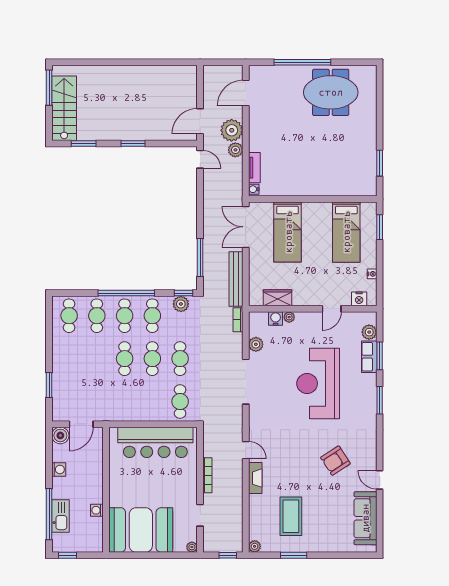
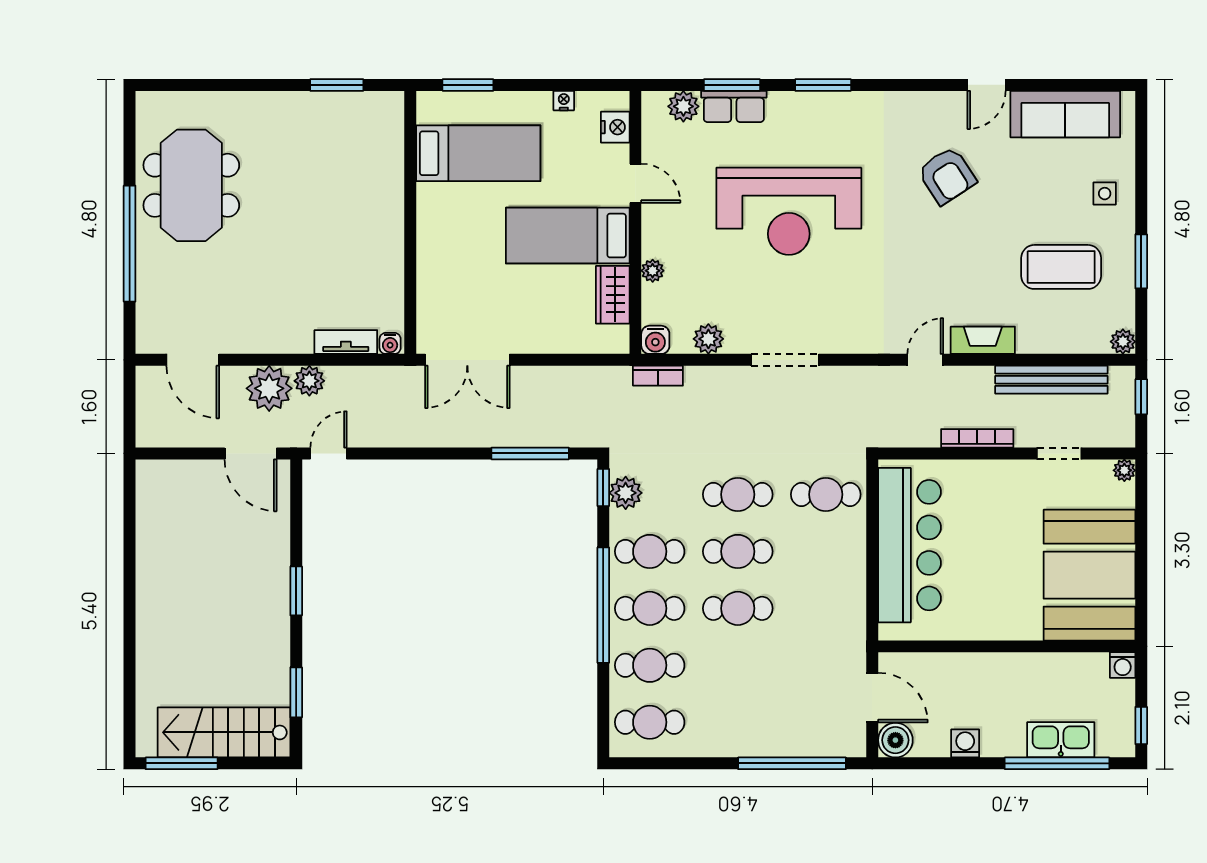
bed: (288, 232) -> (568, 236), moved, turned 180
bench: (236, 279) -> (1051, 380), moved
water cooler: (276, 318) -> (655, 340), moved, turned -90
doorway: (246, 382) -> (785, 360), width x0.73
window: (49, 385) -> (792, 763), width x2.11
washing machine: (97, 510) -> (1123, 665), moved
side table: (327, 537) -> (1105, 194), added

